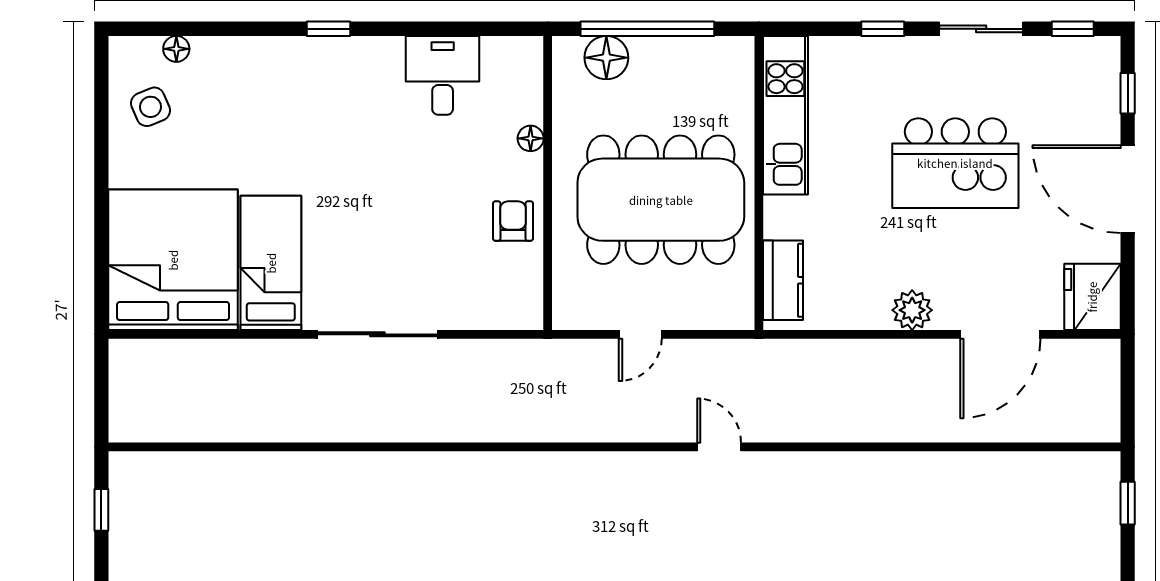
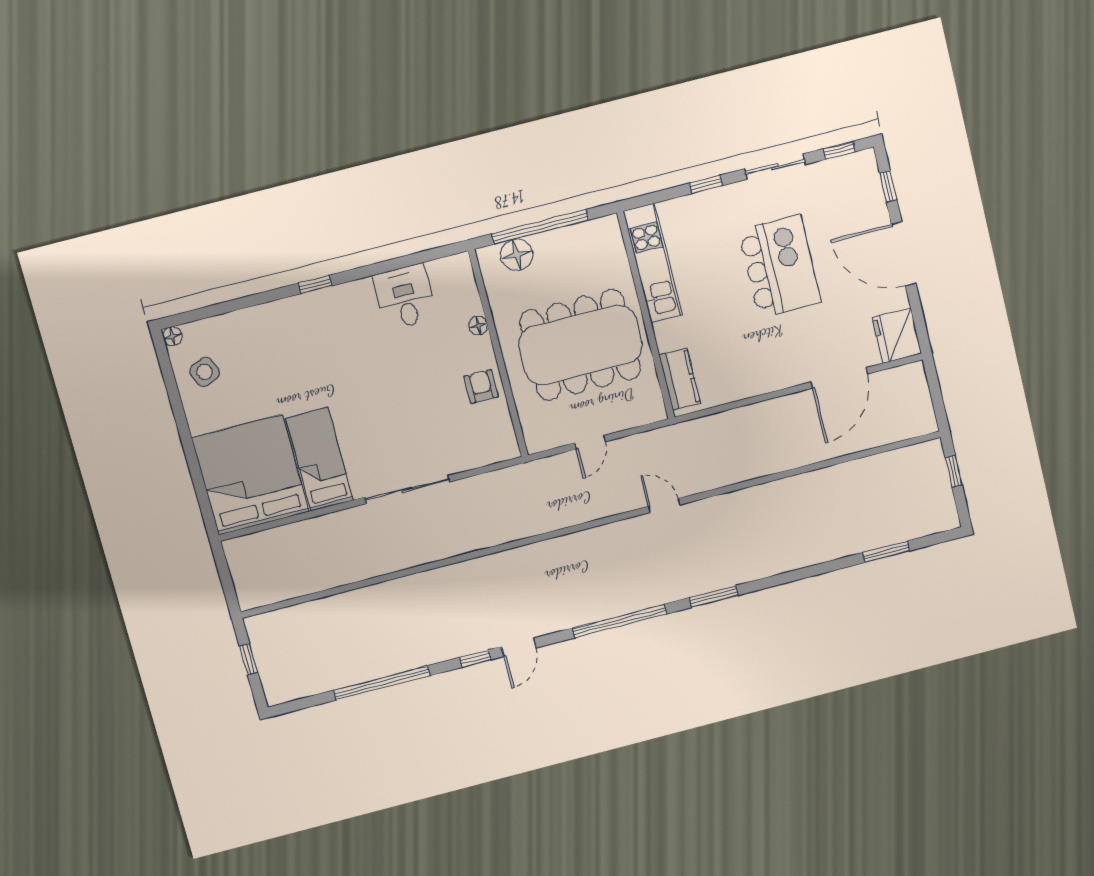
floor lamp: (176, 49) -> (173, 336), moved
kitchen island: (955, 163) -> (780, 266), turned -90
plant: (912, 310) -> (774, 377), removed

